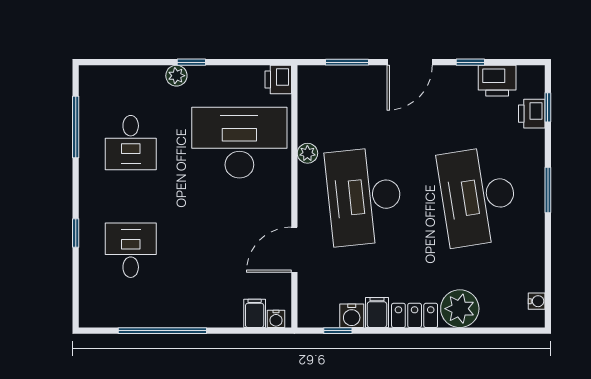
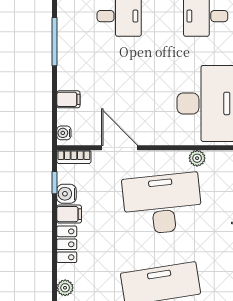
bookcase: (306, 307) -> (74, 157), added
plant: (460, 309) -> (65, 288), width x0.53, depth x0.53
filing cabinet: (255, 313) -> (68, 99), moved
window: (162, 331) -> (54, 42), width x0.68

